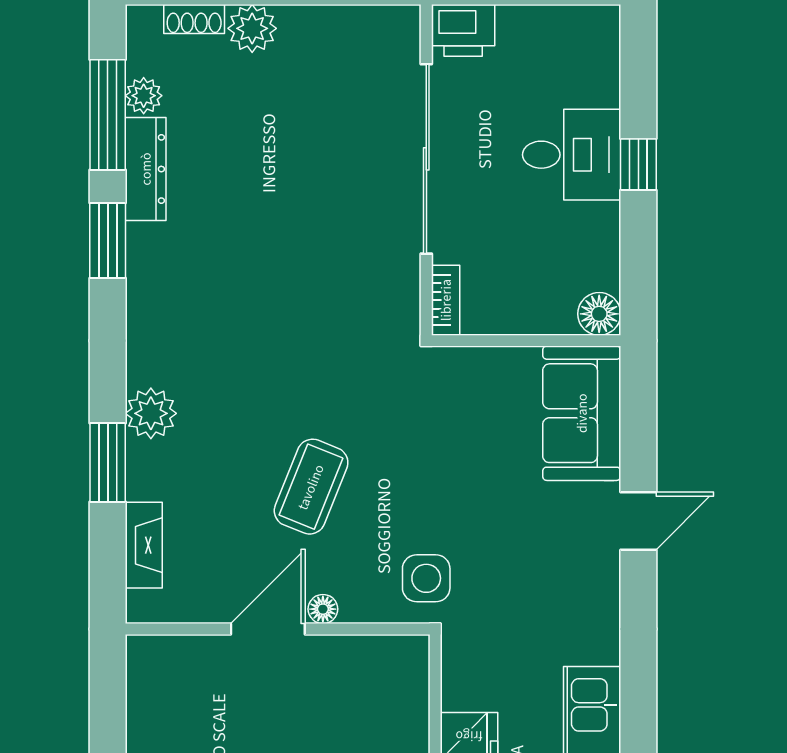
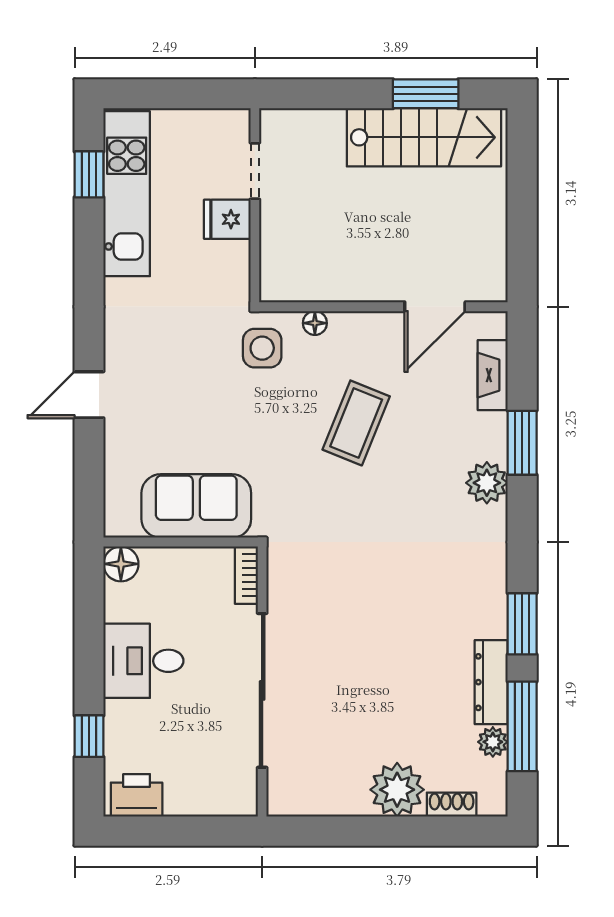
plant: (252, 28) -> (397, 790), width x1.36, depth x1.36
printer: (463, 30) -> (137, 795), moved
desk: (572, 155) -> (143, 661), moved
window: (638, 164) -> (89, 736), moved
sofa: (582, 413) -> (196, 506), moved, turned -90
floor lamp: (323, 609) -> (315, 323), moved
door: (268, 629) -> (435, 307), moved

